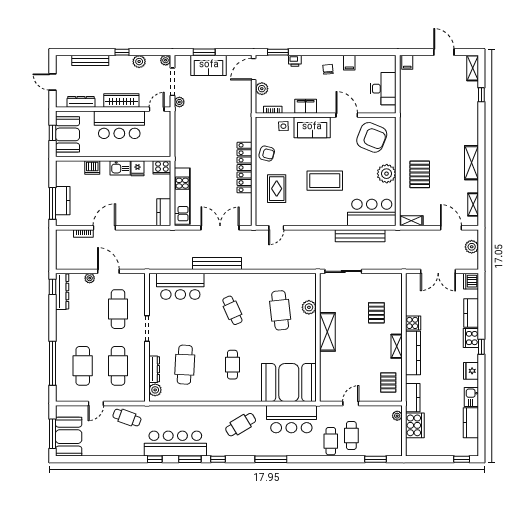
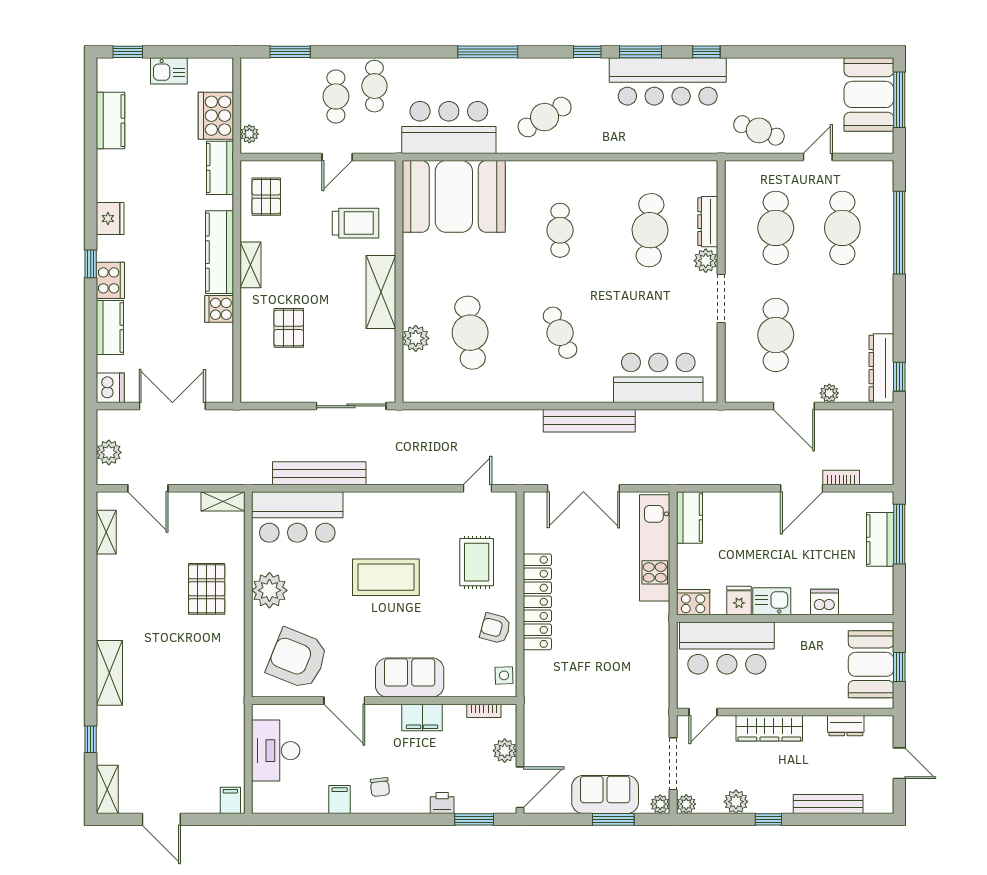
dresser: (81, 102) -> (846, 726), width x0.70
plant: (179, 102) -> (660, 804), moved
bar counter: (119, 125) -> (727, 648), moved, turned 180
side table: (283, 126) -> (504, 675), moved
shelving: (471, 163) -> (109, 673), moved
trolley: (341, 368) -> (355, 223), added
plant: (155, 390) -> (706, 261), moved
kitchen sink: (471, 397) -> (169, 71), moved, turned 90

